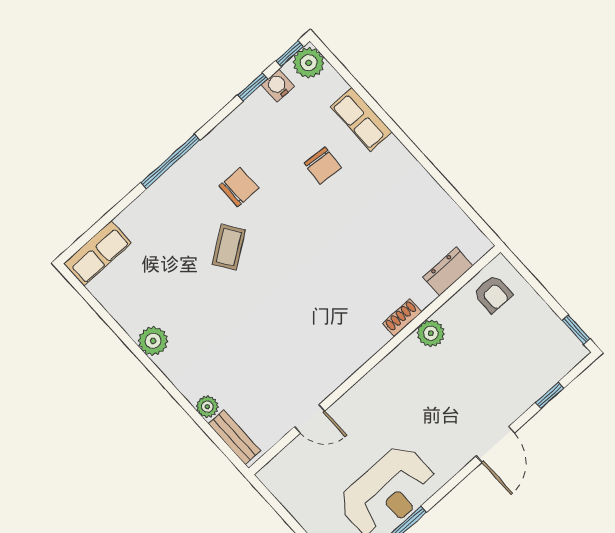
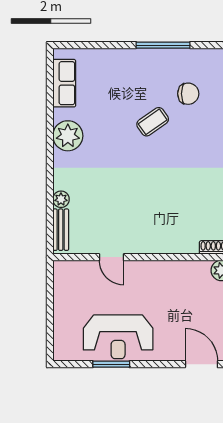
row of seats: (98, 253) -> (64, 83), moved, turned -90
plant: (153, 341) -> (68, 136), width x1.36, depth x1.36
door: (495, 445) -> (201, 364), swing flipped

